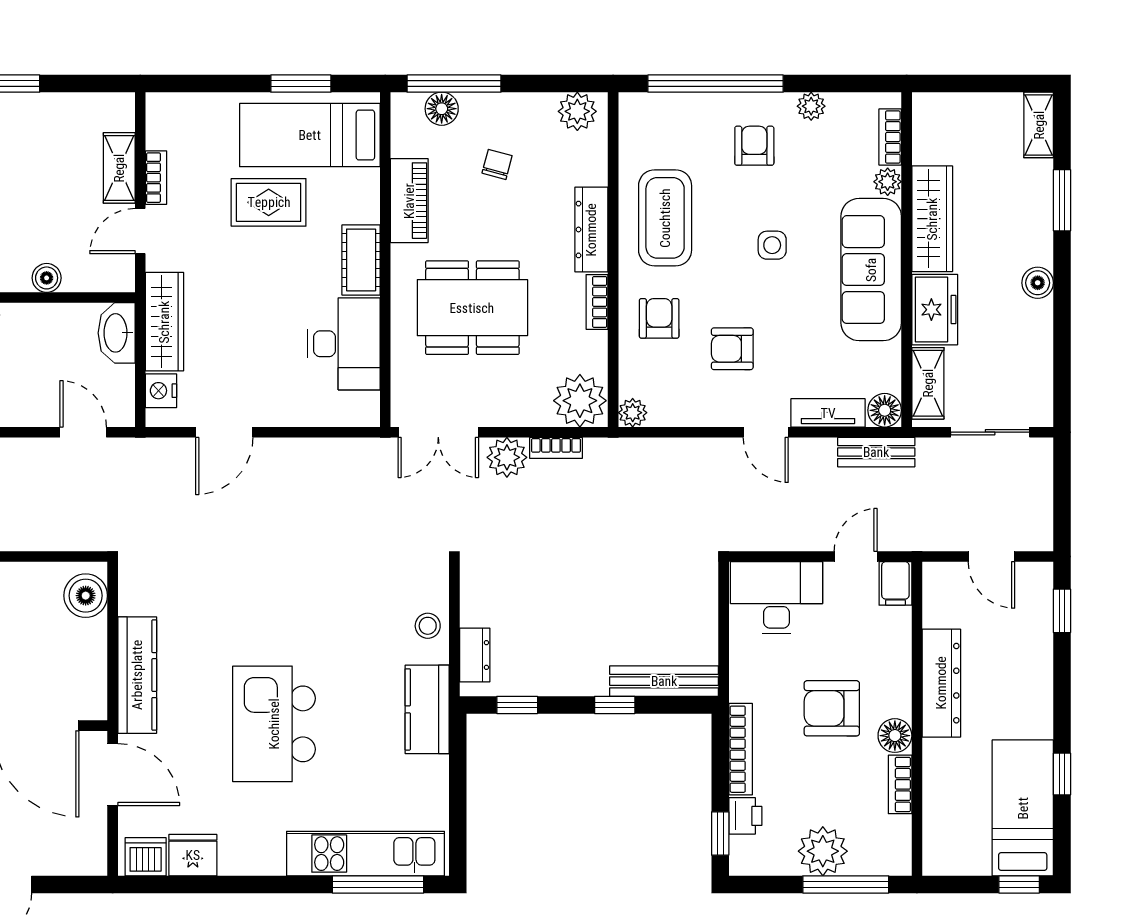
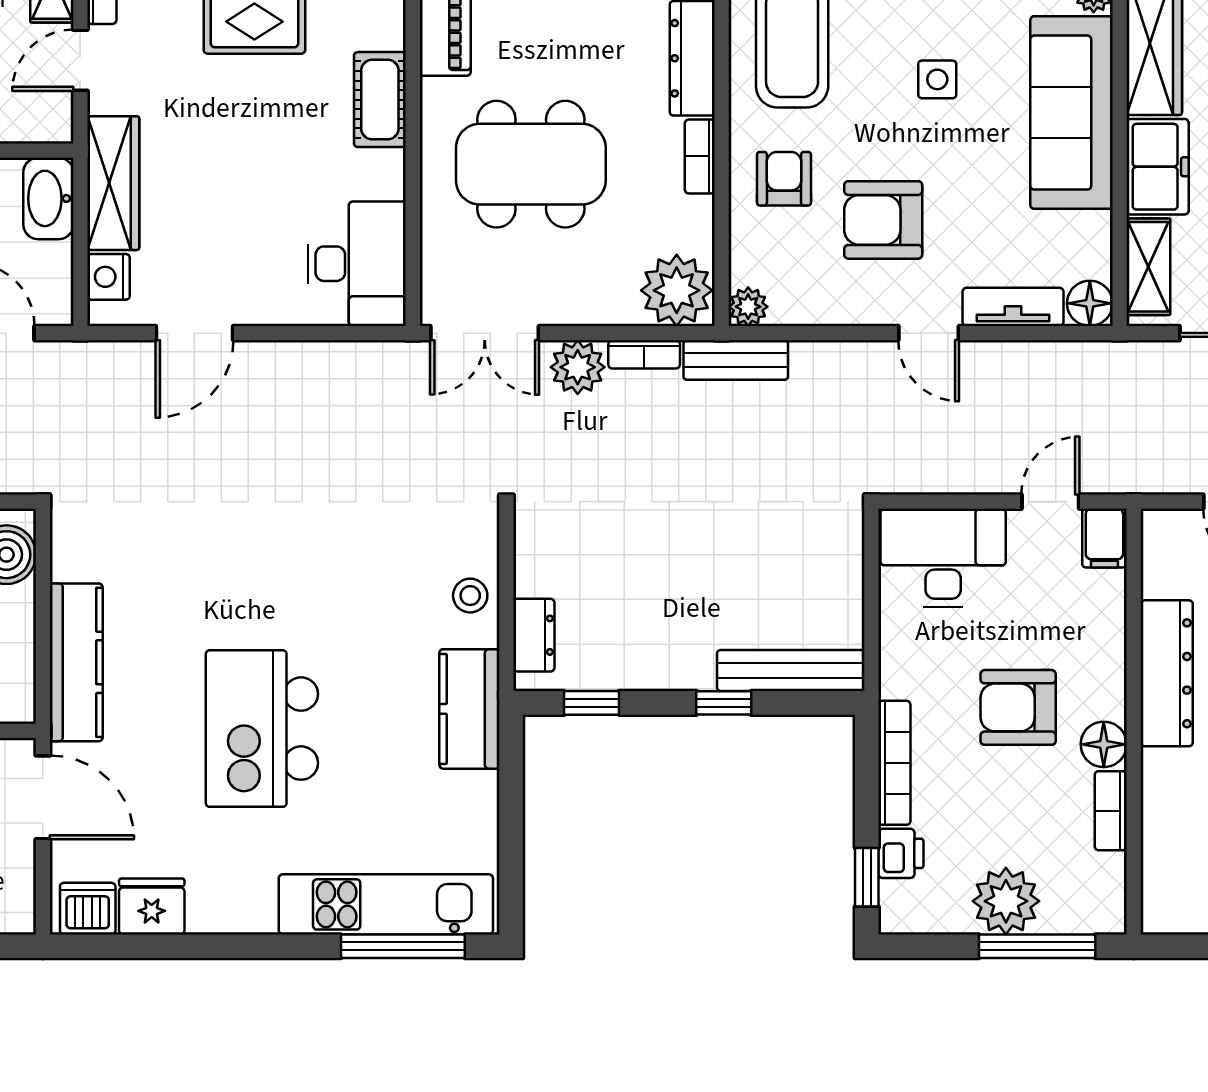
desk: (344, 344) -> (357, 264), moved
armchair: (732, 349) -> (883, 220), width x1.38, depth x1.38
bench: (876, 452) -> (736, 360), moved

